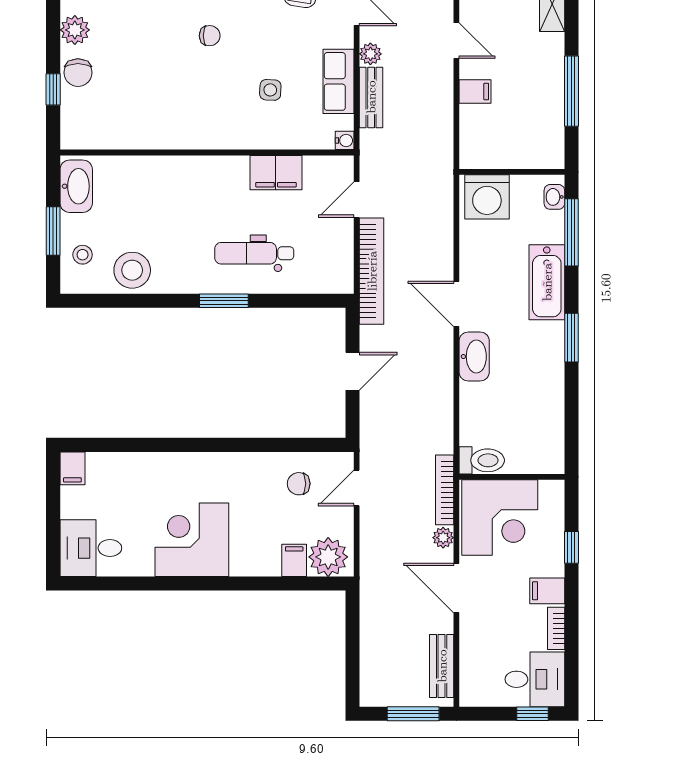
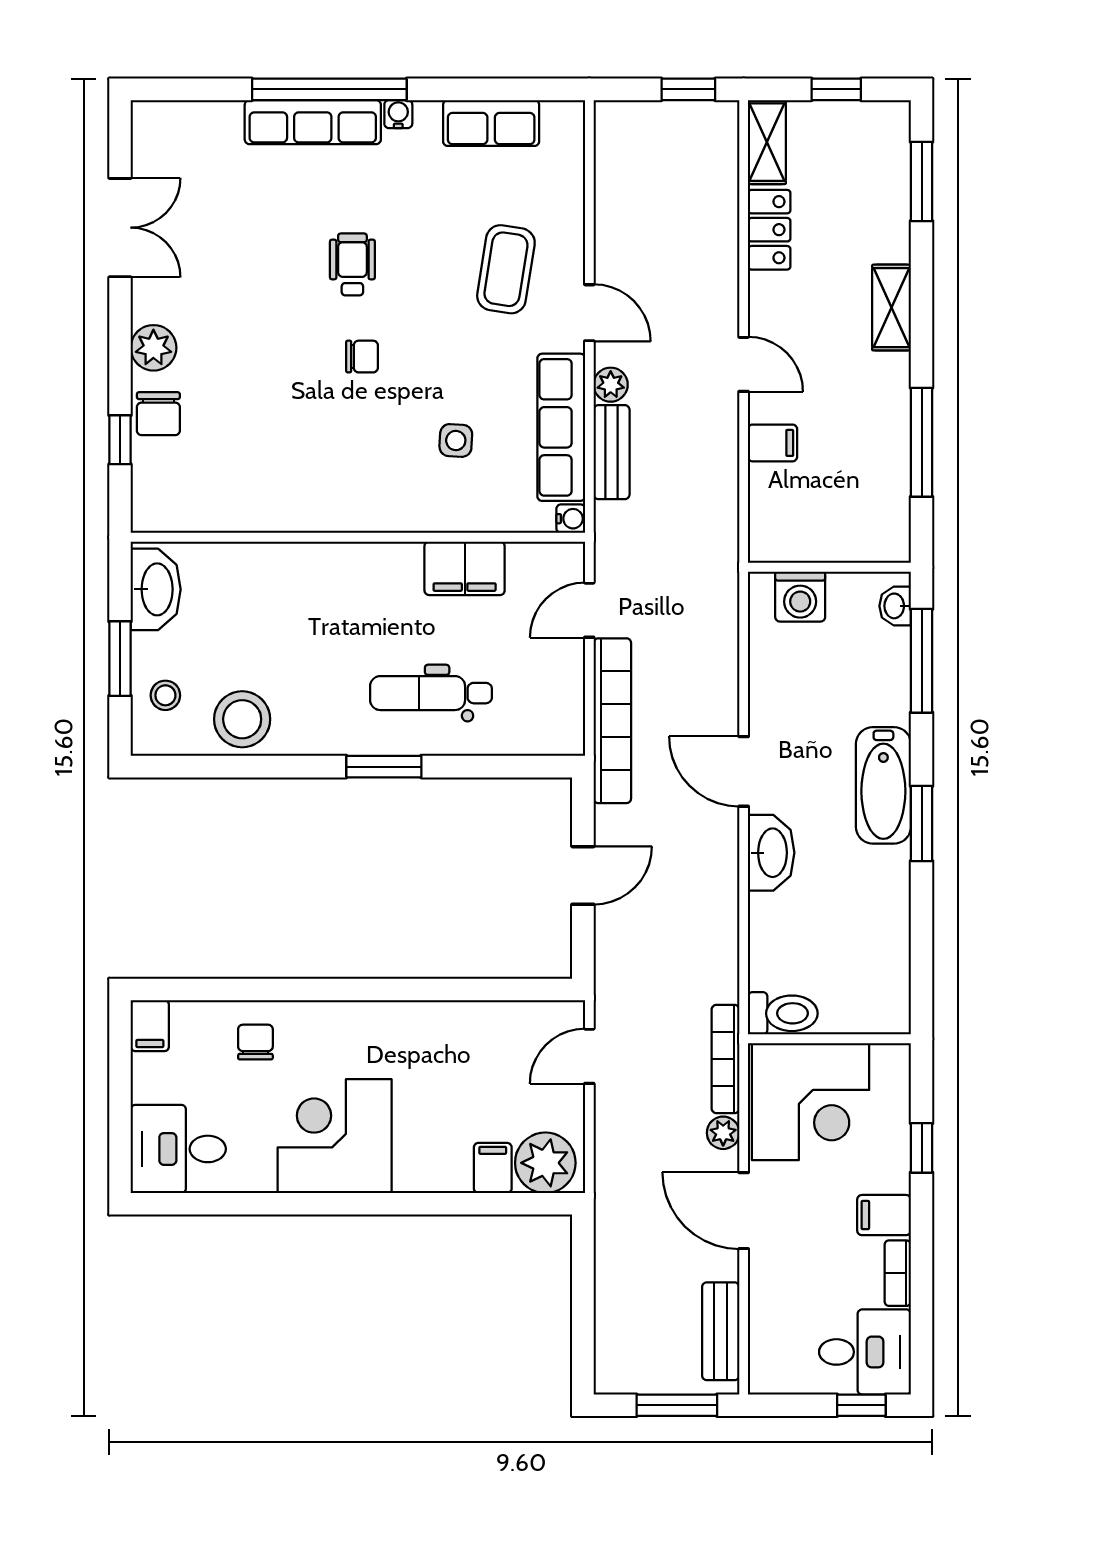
row of seats: (338, 81) -> (561, 427), width x1.48
washing machine: (487, 197) -> (800, 597), width x0.73, depth x0.73
bathtub: (547, 282) -> (883, 785), moved
chair: (299, 484) -> (255, 1042), moved, turned 90

